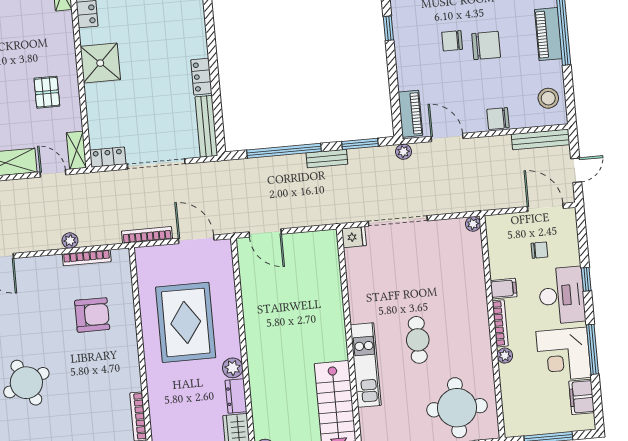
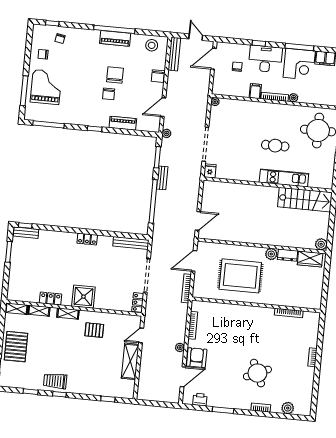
locker: (201, 77) -> (87, 239), moved
piano: (410, 114) -> (123, 123), moved
shelving: (76, 150) -> (68, 314), moved
plant: (70, 241) -> (180, 347), moved
armchair: (92, 315) -> (197, 358), moved

